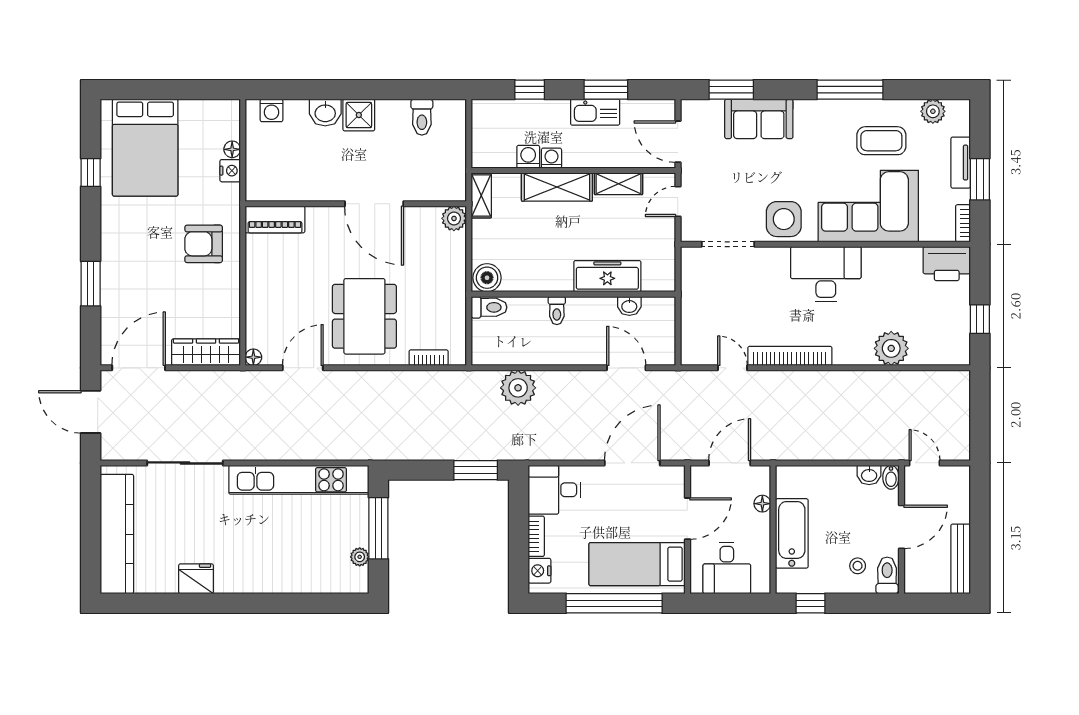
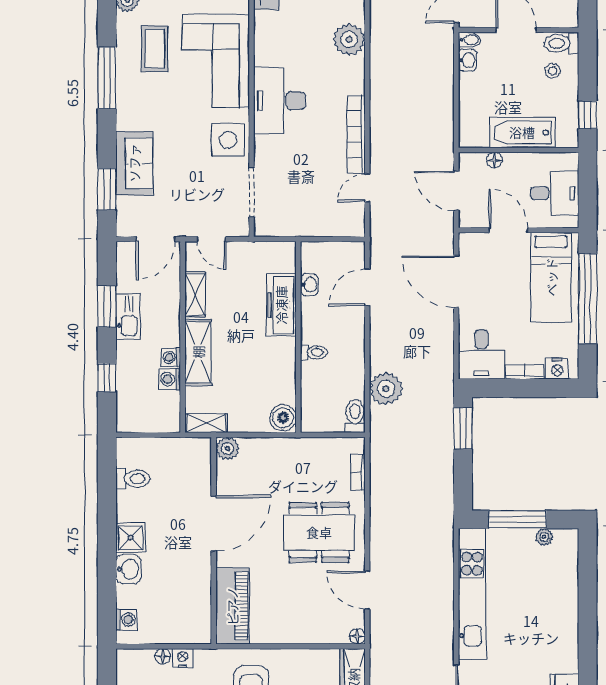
piano: (275, 219) -> (232, 606), width x1.37, depth x1.33
toilet: (489, 307) -> (355, 416), moved

